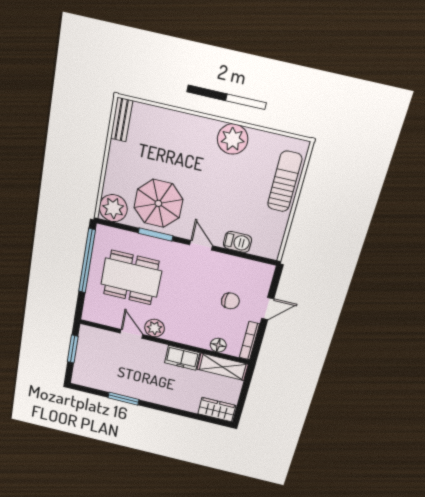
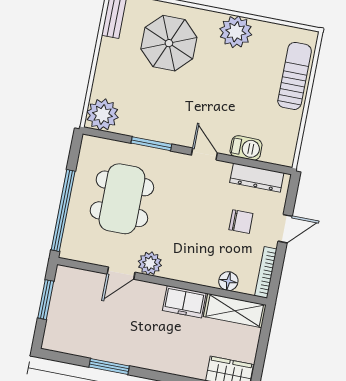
parasol: (158, 203) -> (169, 43), moved
window: (87, 261) -> (63, 210), moved
dresser: (246, 267) -> (257, 178), added
dining table: (131, 278) -> (122, 199), turned 90
door: (131, 334) -> (121, 273), swing flipped

